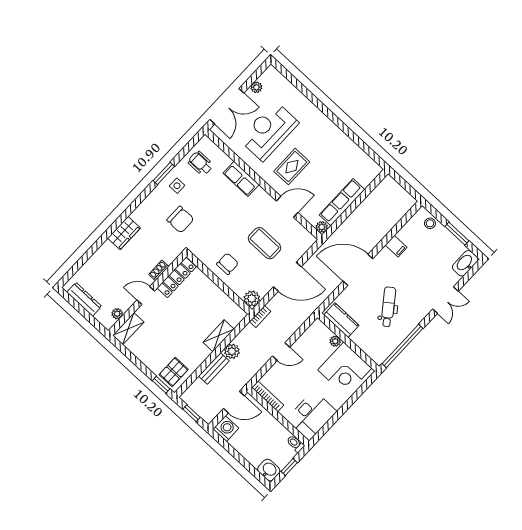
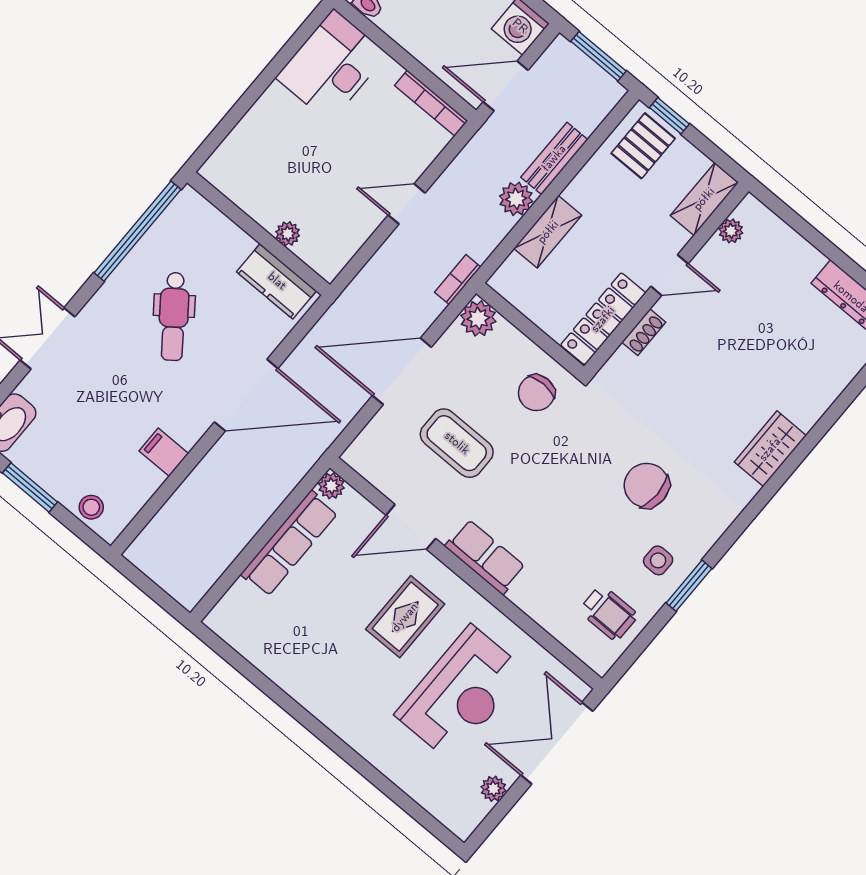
row of seats: (241, 179) -> (485, 557), moved
shoe rack: (159, 270) -> (644, 332), moved
locker: (177, 277) -> (603, 319), moved
wall: (147, 294) -> (666, 279), moved
door: (146, 295) -> (669, 275), moved
plant: (117, 314) -> (731, 231), moved
shelving: (128, 329) -> (704, 199), moved
corner desk: (345, 369) -> (263, 173), removed
window: (191, 413) -> (598, 56), width x1.50

